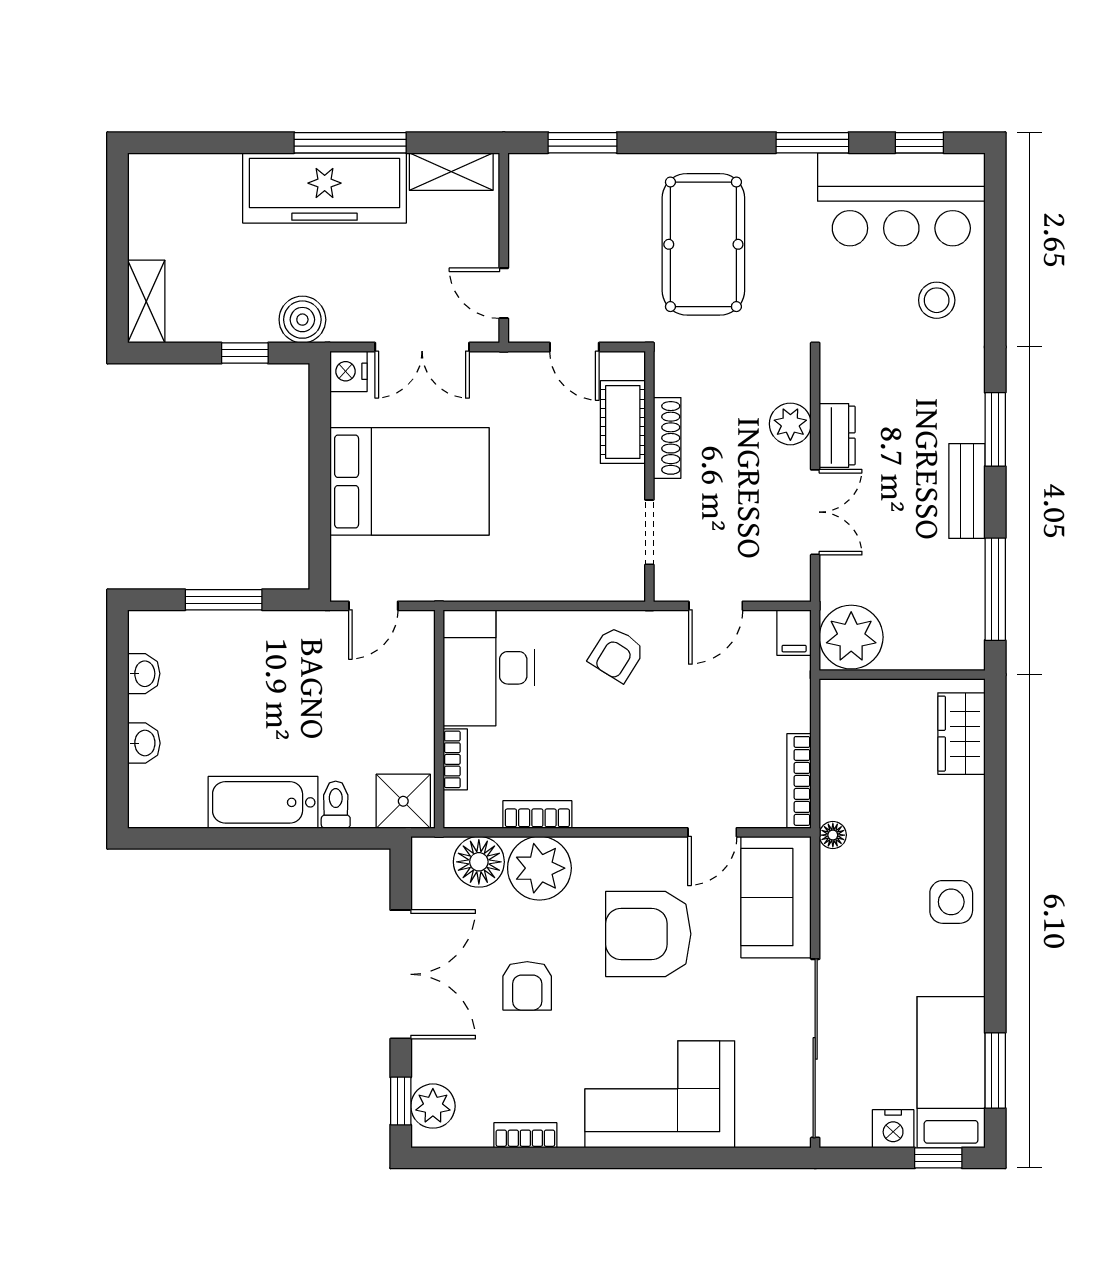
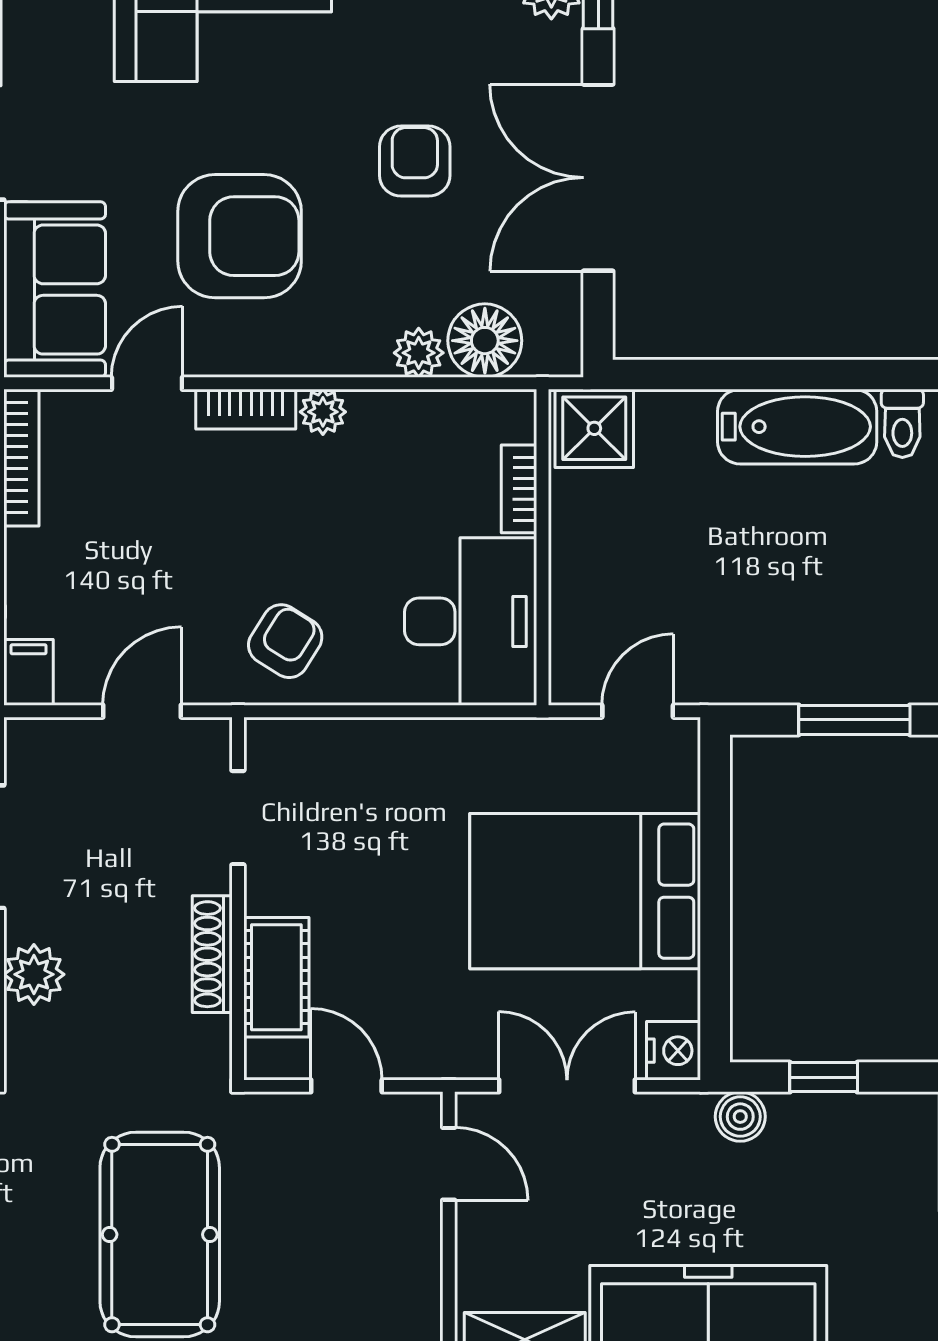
boiler: (302, 320) -> (740, 1117), width x0.73, depth x0.73
toilet: (336, 805) -> (902, 423), moved
plant: (591, 813) -> (323, 412), added
bookcase: (537, 814) -> (246, 409), moved
plant: (539, 868) -> (419, 353), width x0.53, depth x0.53

